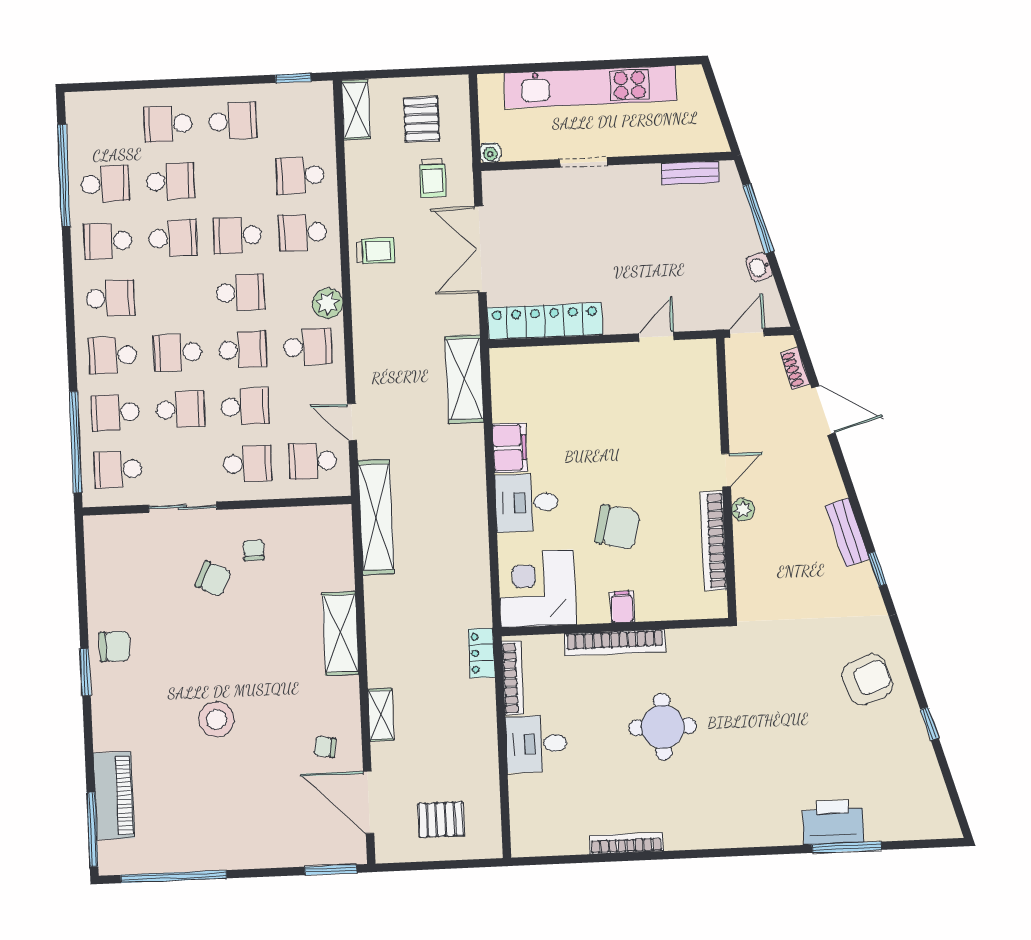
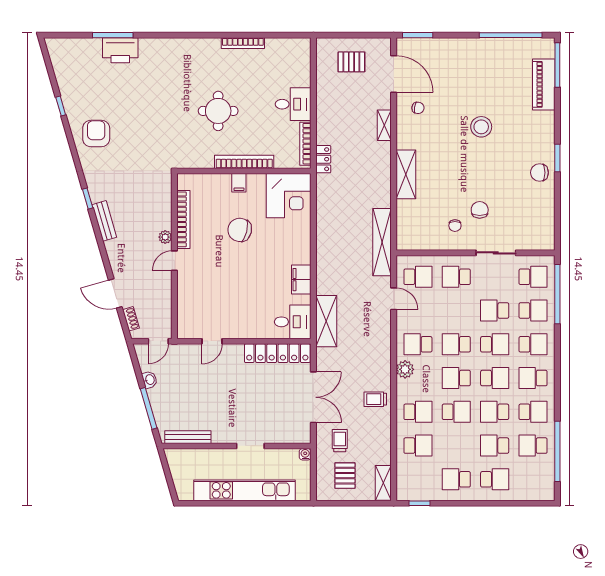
bench: (690, 173) -> (188, 437), width x1.36
school desk: (245, 407) -> (495, 378), moved, turned 180
desk: (527, 503) -> (293, 322), moved
chair: (213, 579) -> (480, 210), turned 64
armchair: (867, 680) -> (96, 133), turned 110

